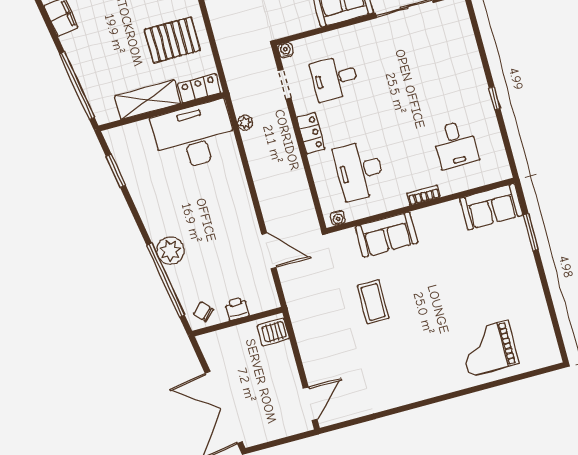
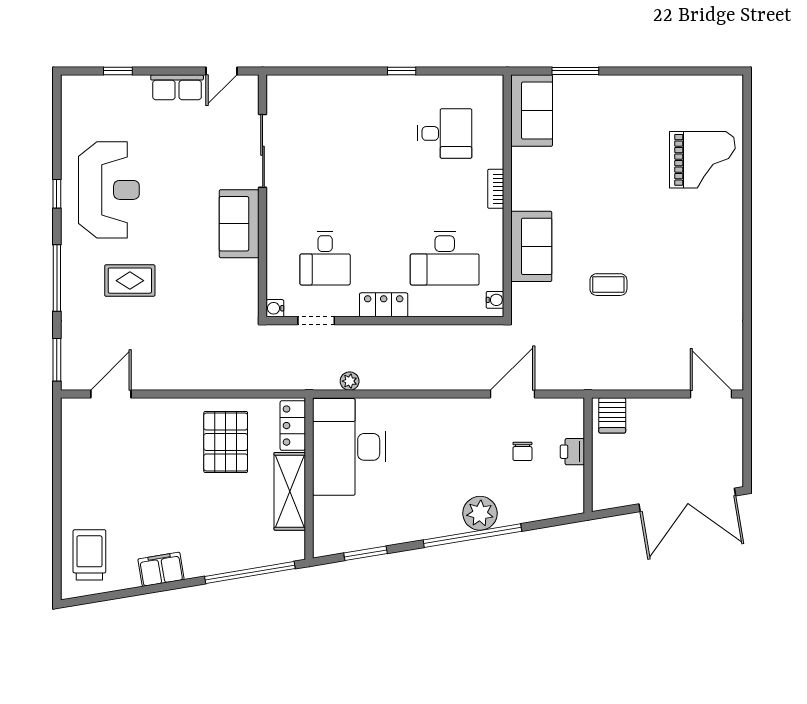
window: (166, 280) -> (472, 536), moved
coffee table: (373, 302) -> (608, 285), width x0.73, depth x0.77
chair: (203, 312) -> (522, 451), moved, turned -47
grand piano: (489, 348) -> (702, 160), turned -90

